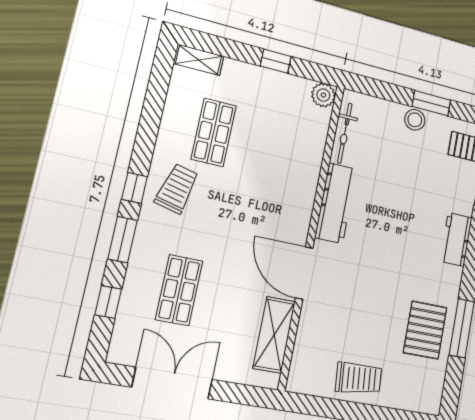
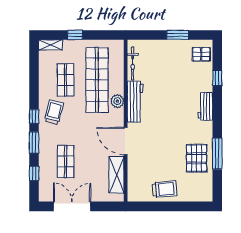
window: (276, 61) -> (75, 35), moved
plant: (323, 95) -> (117, 101), moved
stool: (415, 120) -> (170, 47), removed
shop shelf: (274, 147) -> (97, 80), added

